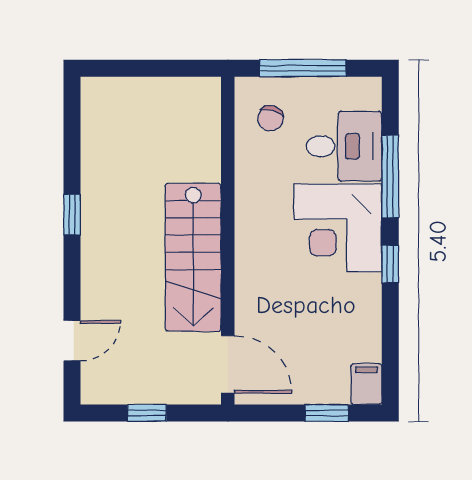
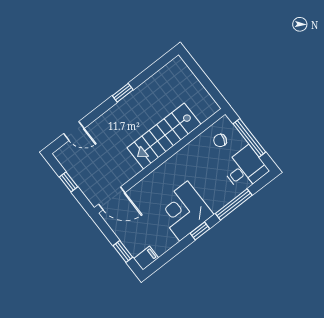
desk: (344, 146) -> (245, 169), moved, turned -90
corner desk: (338, 228) -> (184, 211), moved
stairs: (193, 257) -> (164, 136), moved
door: (228, 364) -> (112, 198), hinge flipped

